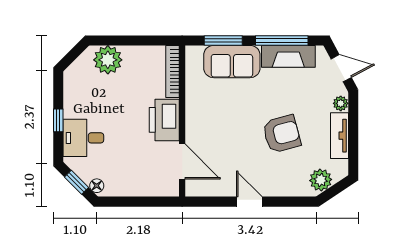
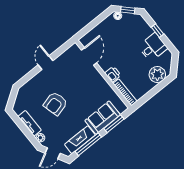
printer: (164, 120) -> (113, 74), width x0.53, depth x0.68
desk: (83, 138) -> (153, 47), moved
door: (182, 161) -> (89, 56), swing flipped
plant: (321, 180) -> (22, 97), removed
door: (249, 202) -> (46, 63), swing flipped

